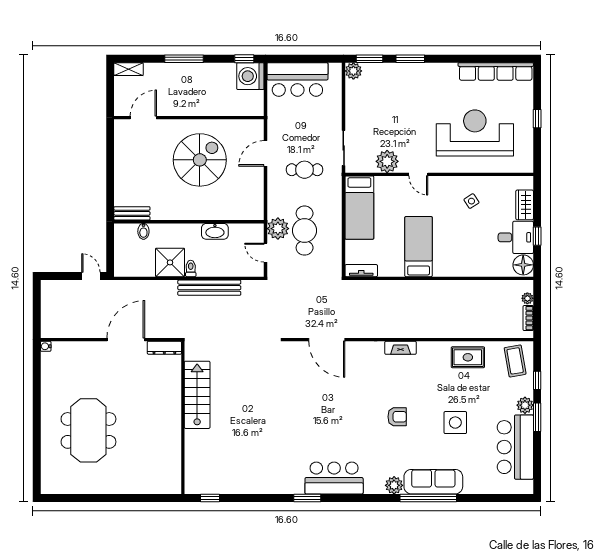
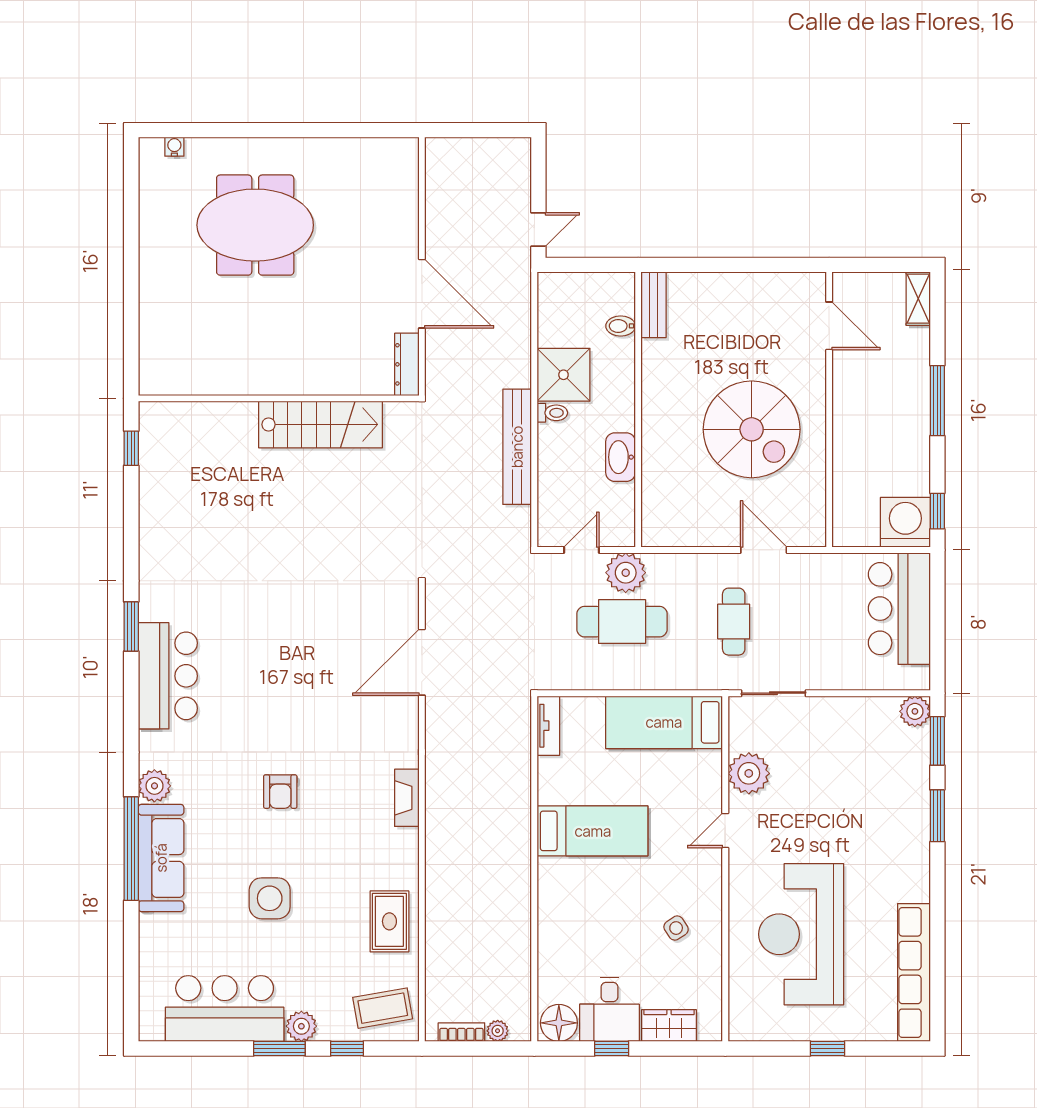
reception desk: (475, 133) -> (801, 934), turned 180
water cooler: (46, 346) -> (174, 147), moved

